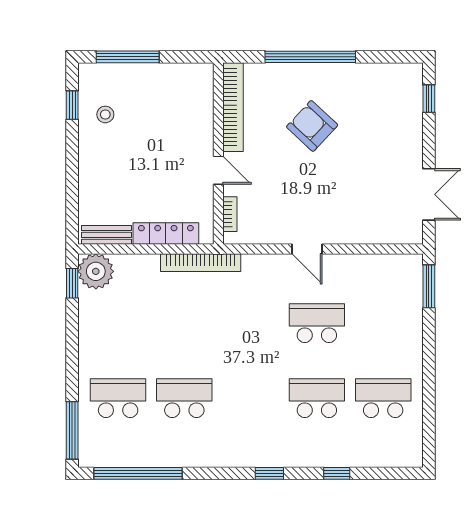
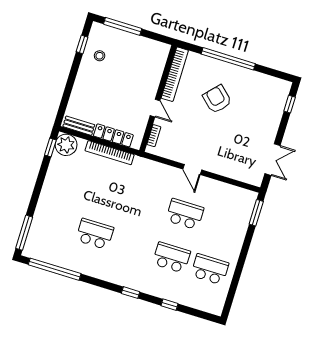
bookcase: (201, 263) -> (110, 153), moved
school desk: (118, 398) -> (56, 222), removed

